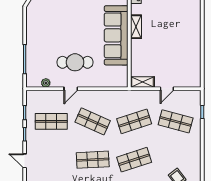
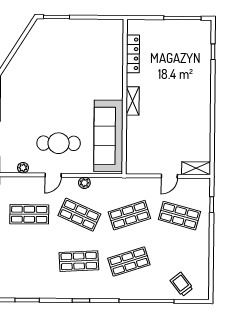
sofa: (116, 35) -> (108, 136), moved
shelving: (143, 82) -> (196, 168), moved
plant: (97, 95) -> (84, 183), added

